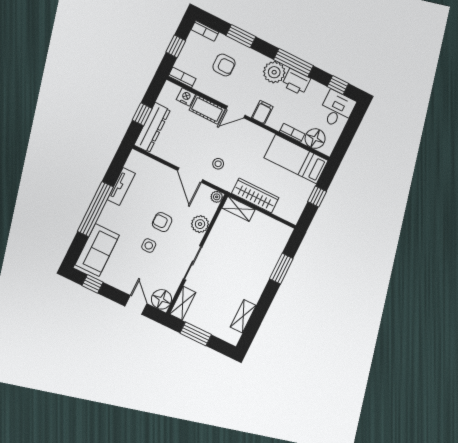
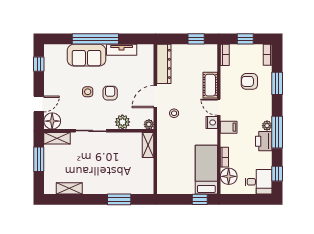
armchair: (224, 65) -> (249, 81), turned 90
plant: (274, 72) -> (267, 126), width x0.53, depth x0.53
nightstand: (186, 97) -> (212, 123), moved
window: (142, 114) -> (196, 39), moved
dresser: (152, 128) -> (164, 64), moved, turned -90
wardrobe: (255, 196) -> (164, 153), removed
window: (317, 197) -> (200, 199), moved
sofa: (97, 250) -> (86, 55), moved

